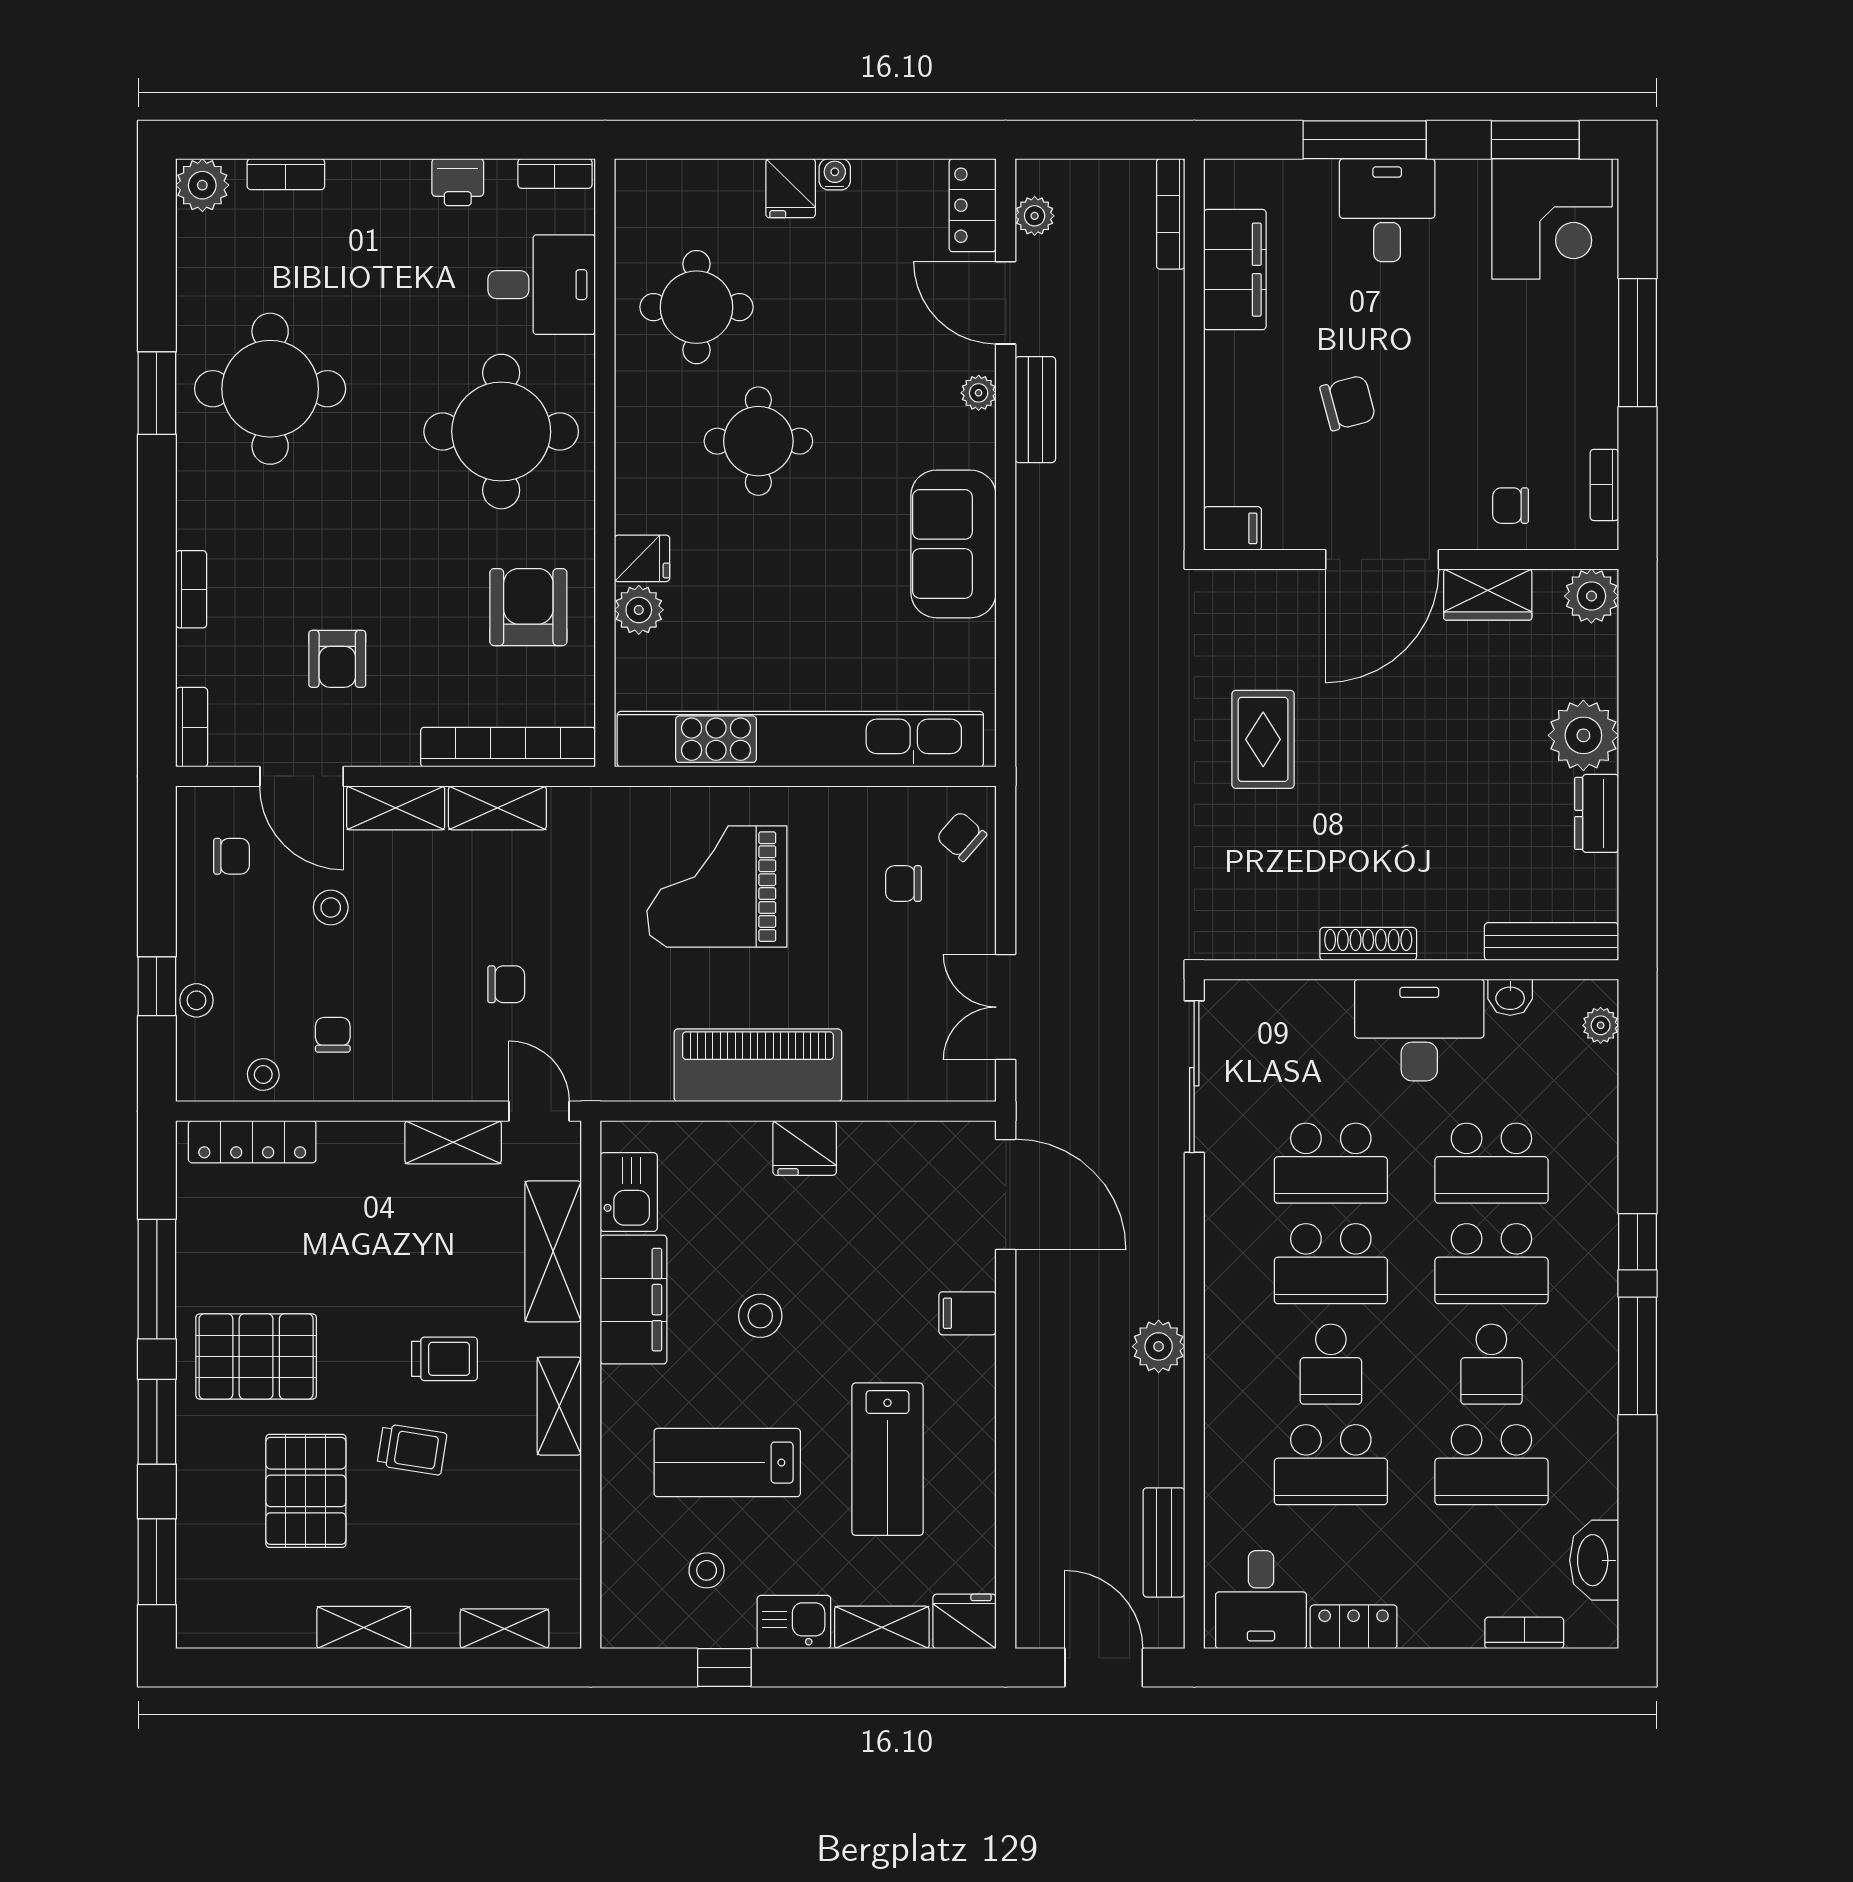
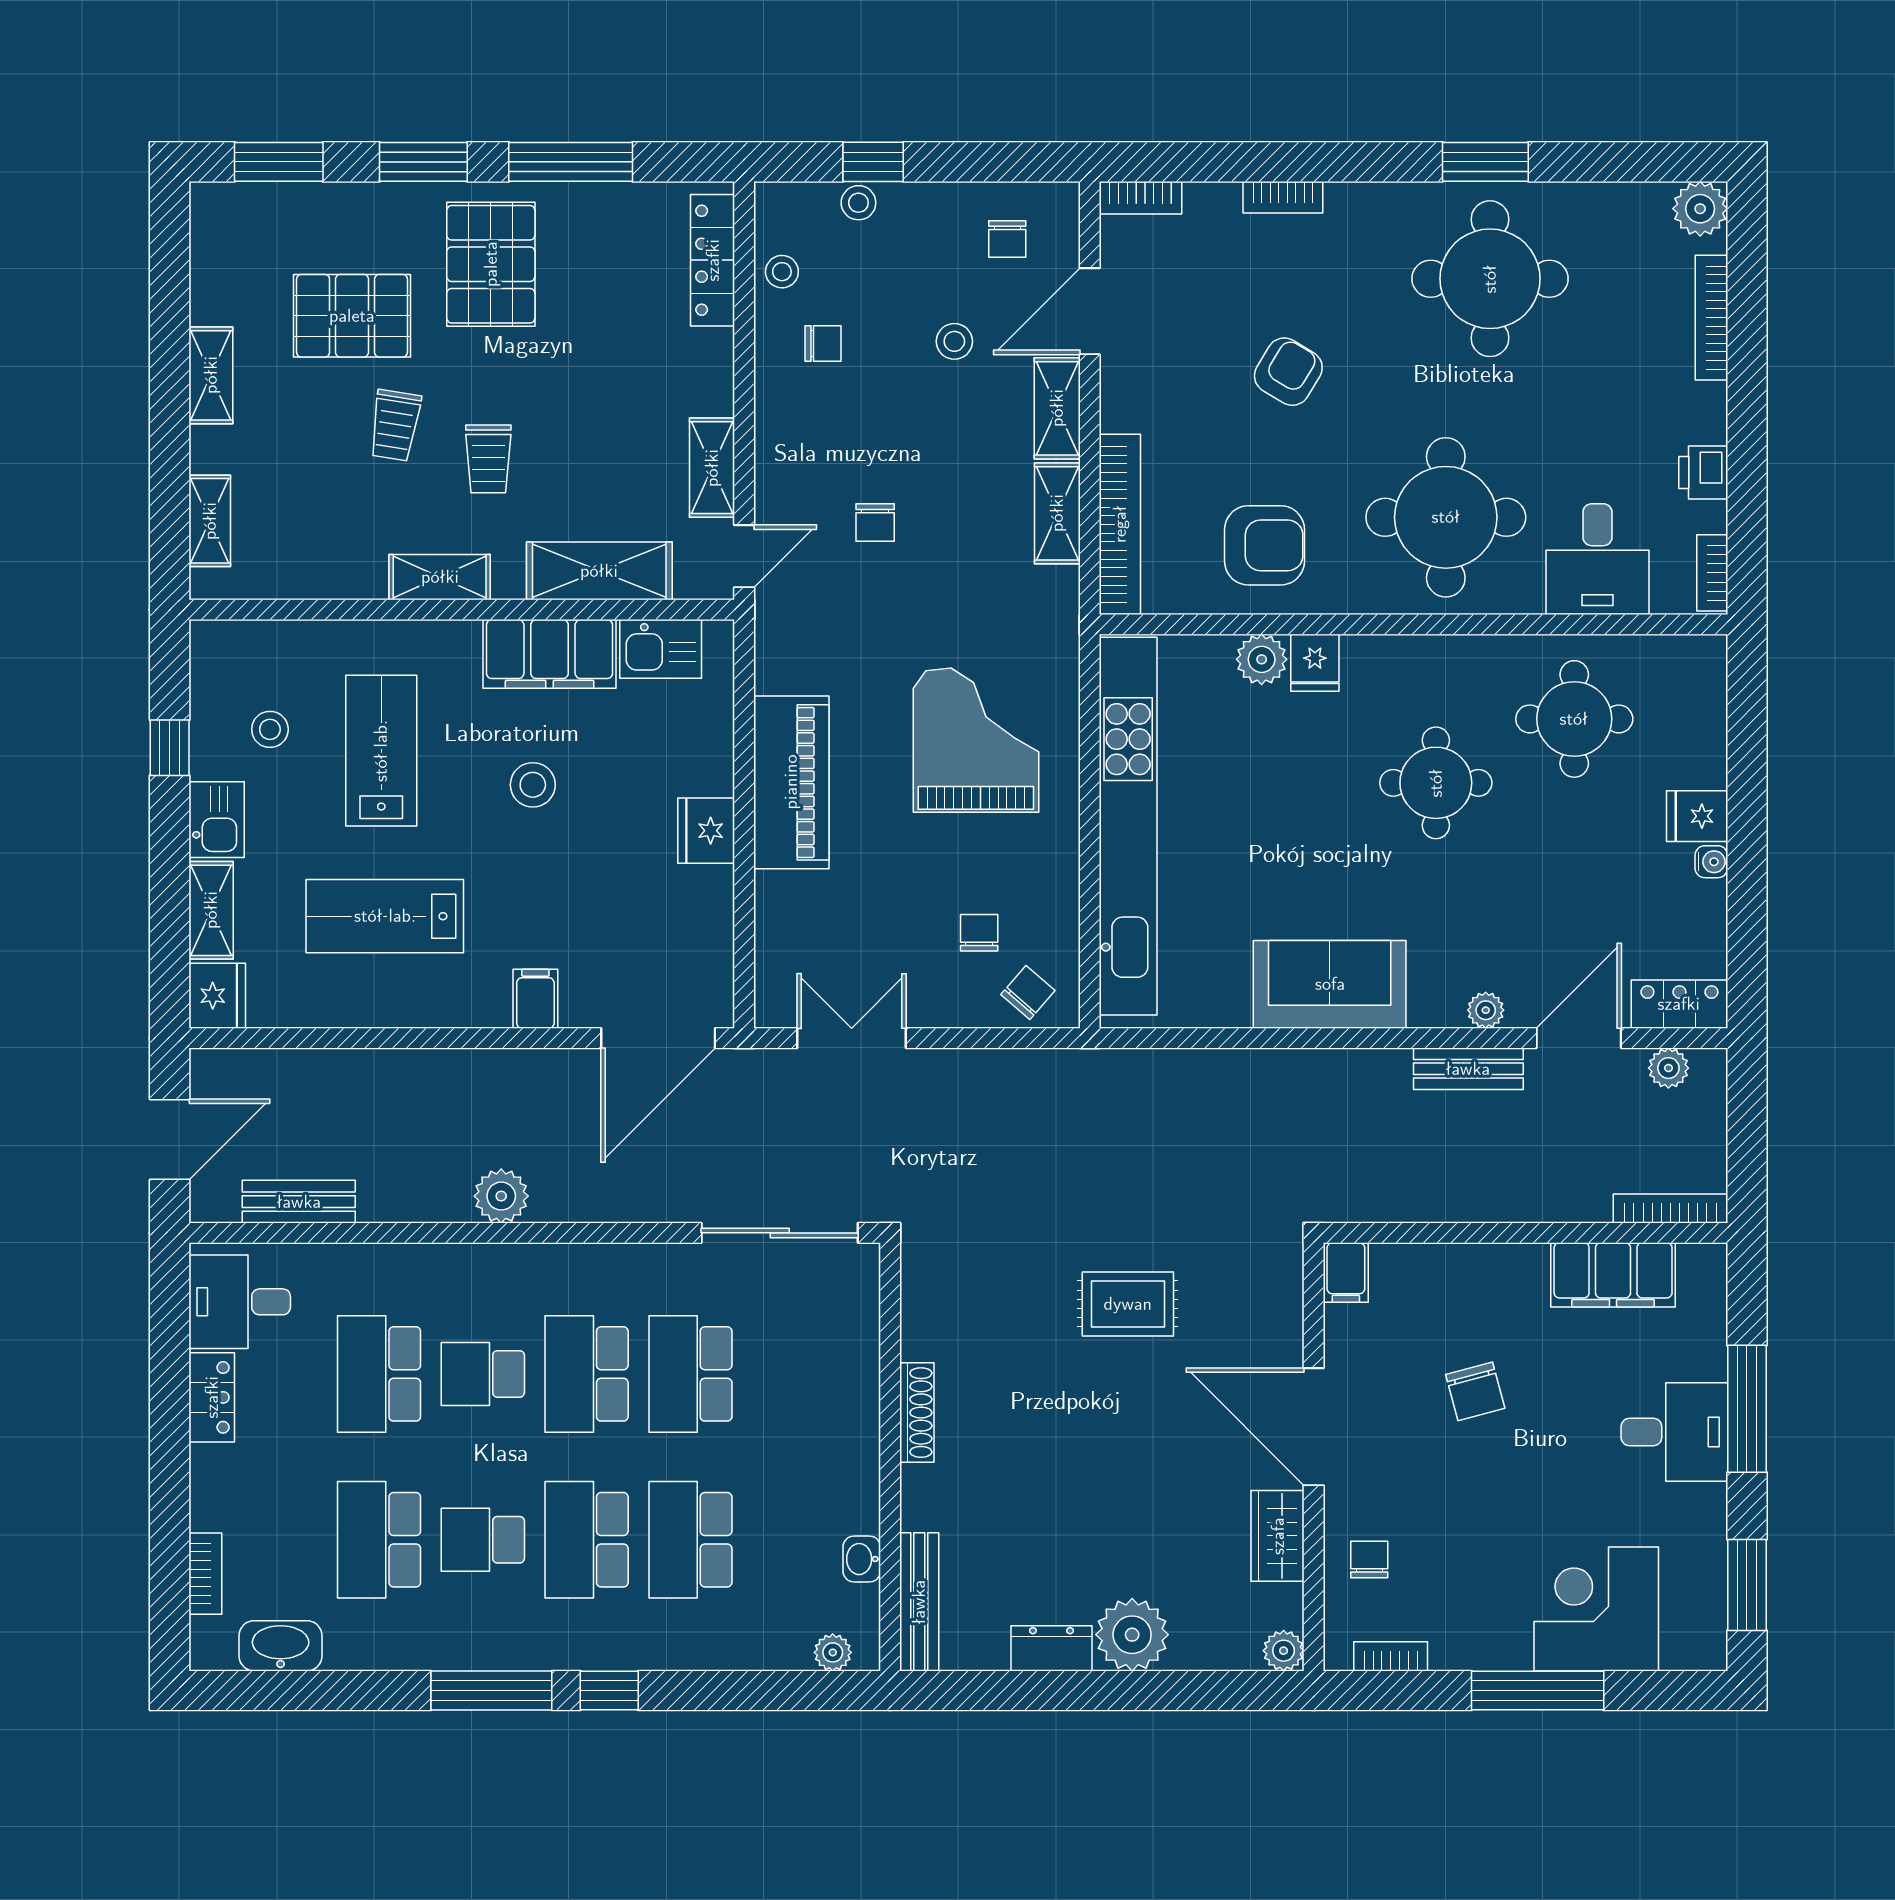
bookcase: (286, 174) -> (1712, 318), width x1.56
corner desk: (1552, 219) -> (1596, 1609), moved, turned 90
plant: (1591, 596) -> (1284, 1651), width x0.73, depth x0.73
armchair: (337, 659) -> (1288, 372), moved, turned 121
desk: (1419, 1030) -> (828, 1465), removed

